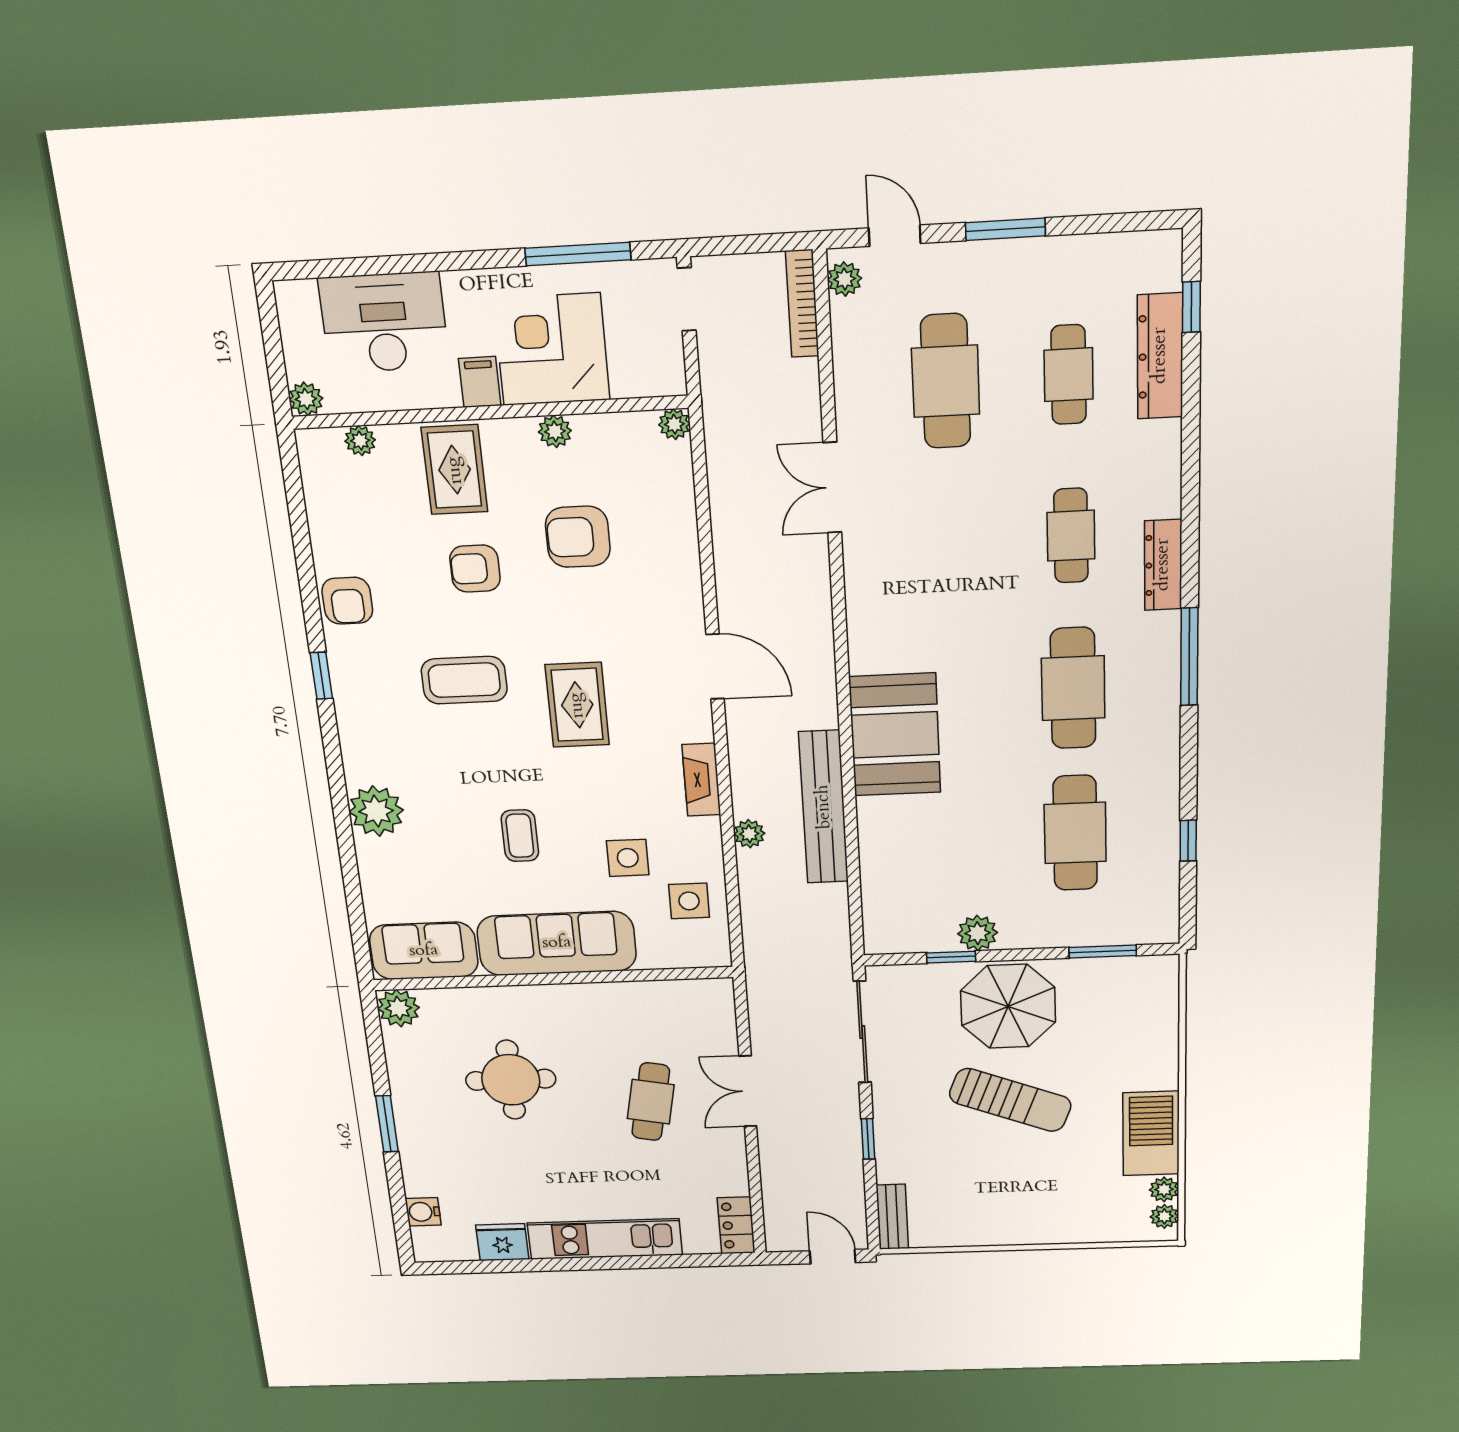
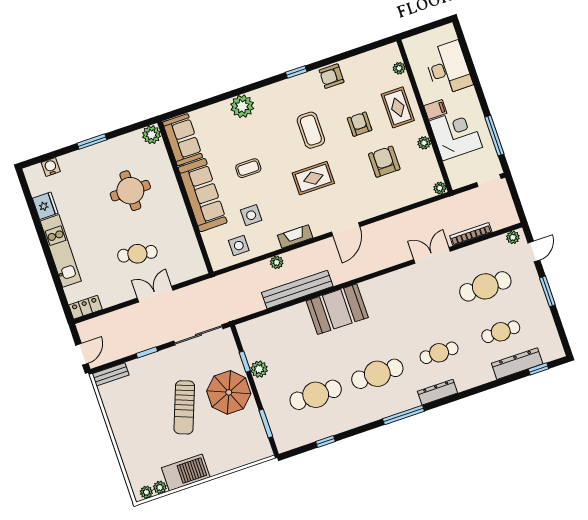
bookcase: (802, 304) -> (471, 234), moved
plant: (306, 399) -> (410, 44), removed
rug: (455, 470) -> (398, 107), turned 90

